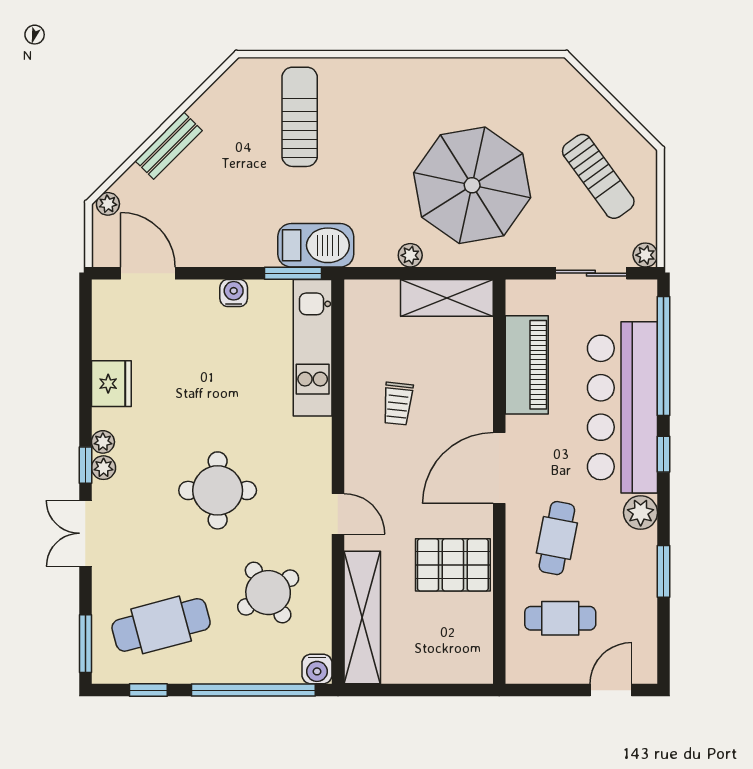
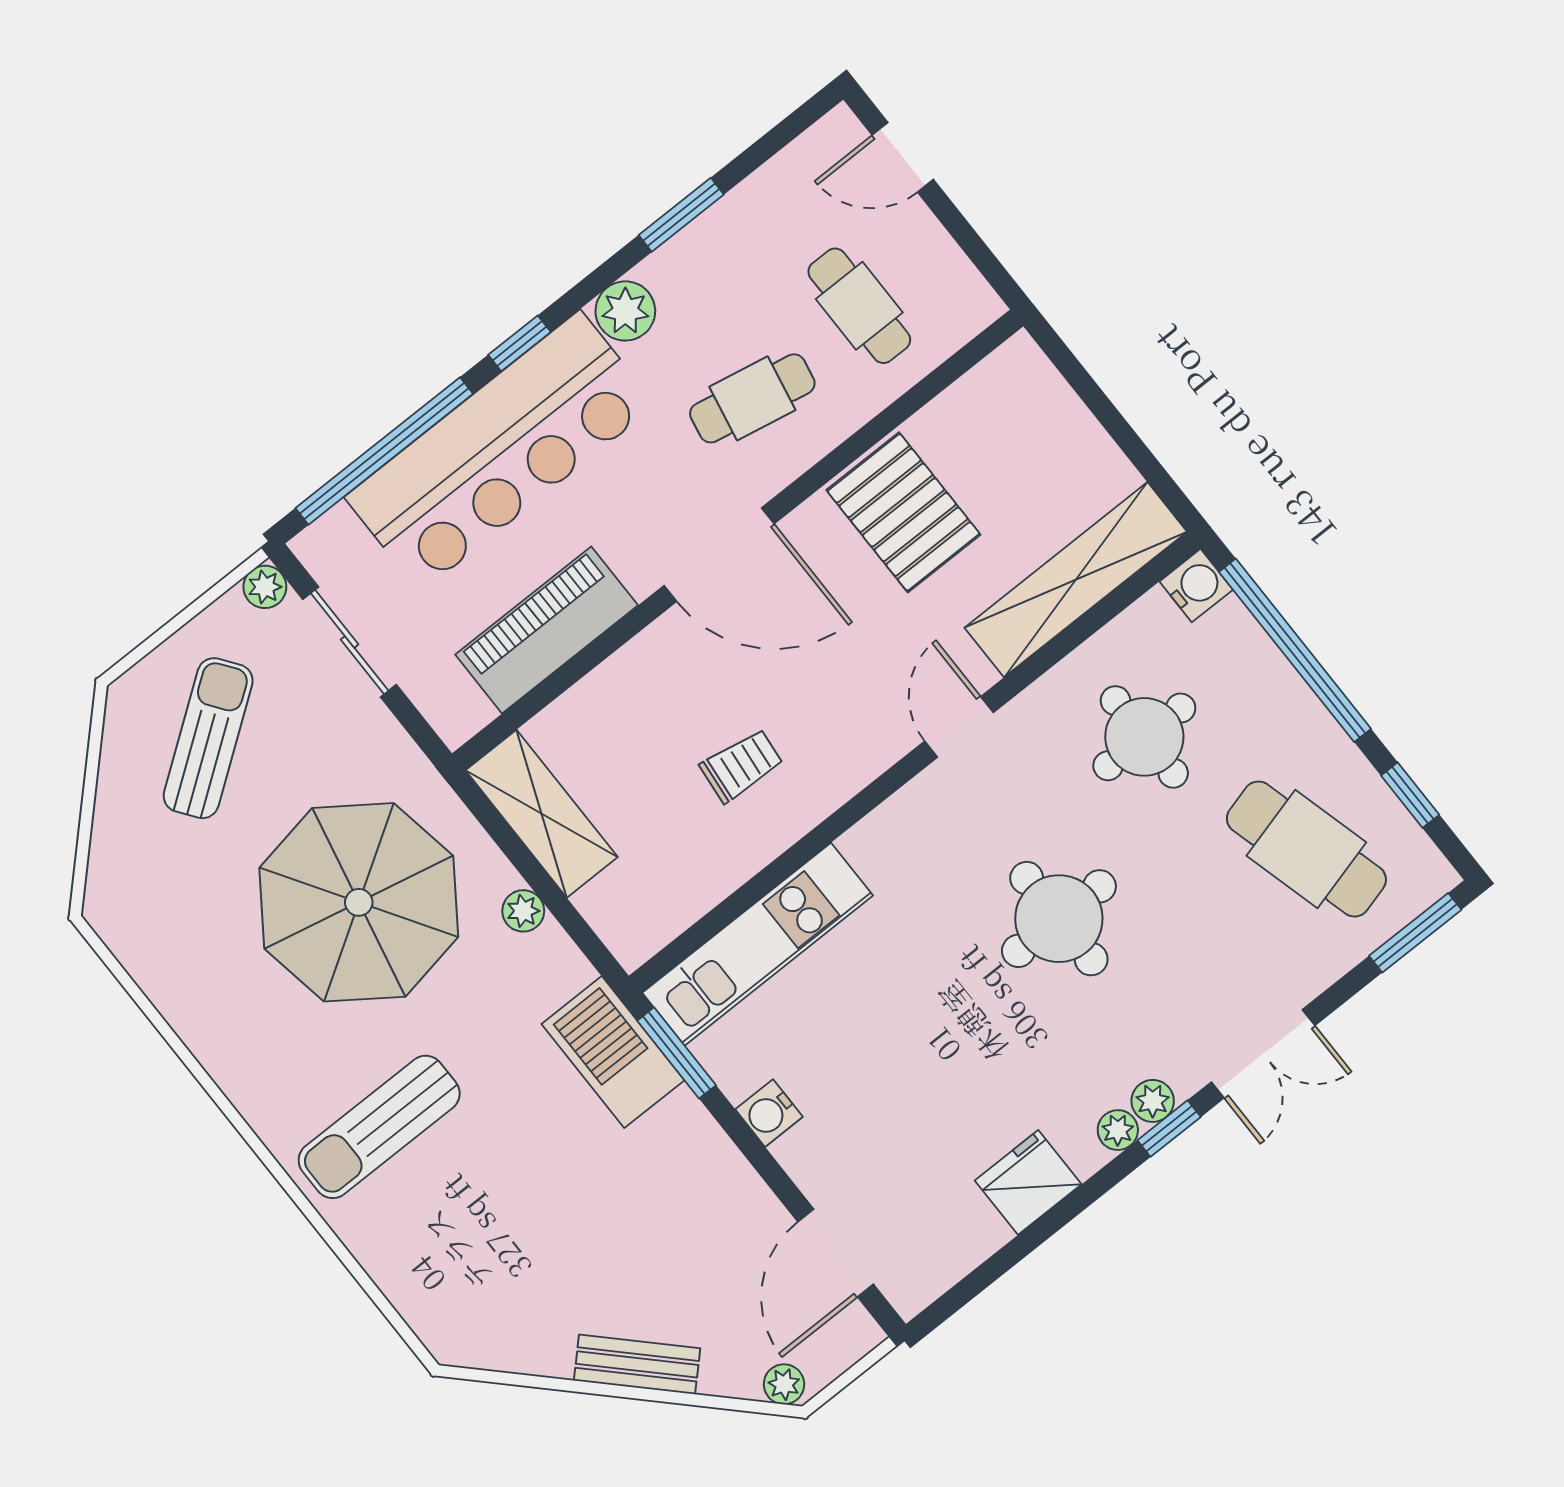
sun lounger: (300, 117) -> (379, 1127), moved
round table: (268, 593) -> (1144, 737), turned 33

